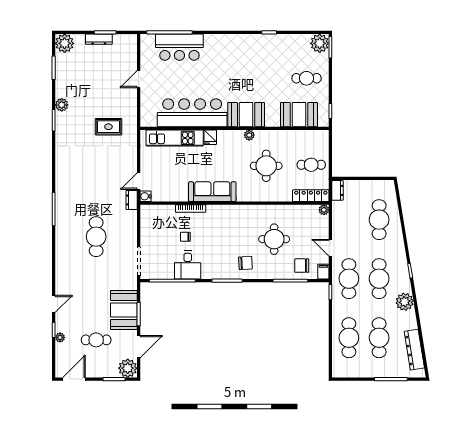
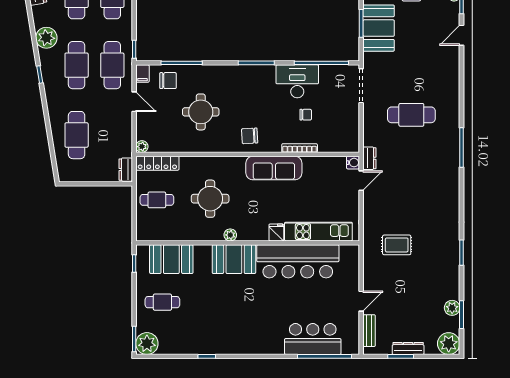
bench: (132, 54) -> (369, 331), added
plant: (62, 105) -> (452, 308), moved
cafe table: (96, 237) -> (411, 115), turned 90
chair: (245, 263) -> (250, 136), moved
desk: (188, 265) -> (297, 81), width x1.37

